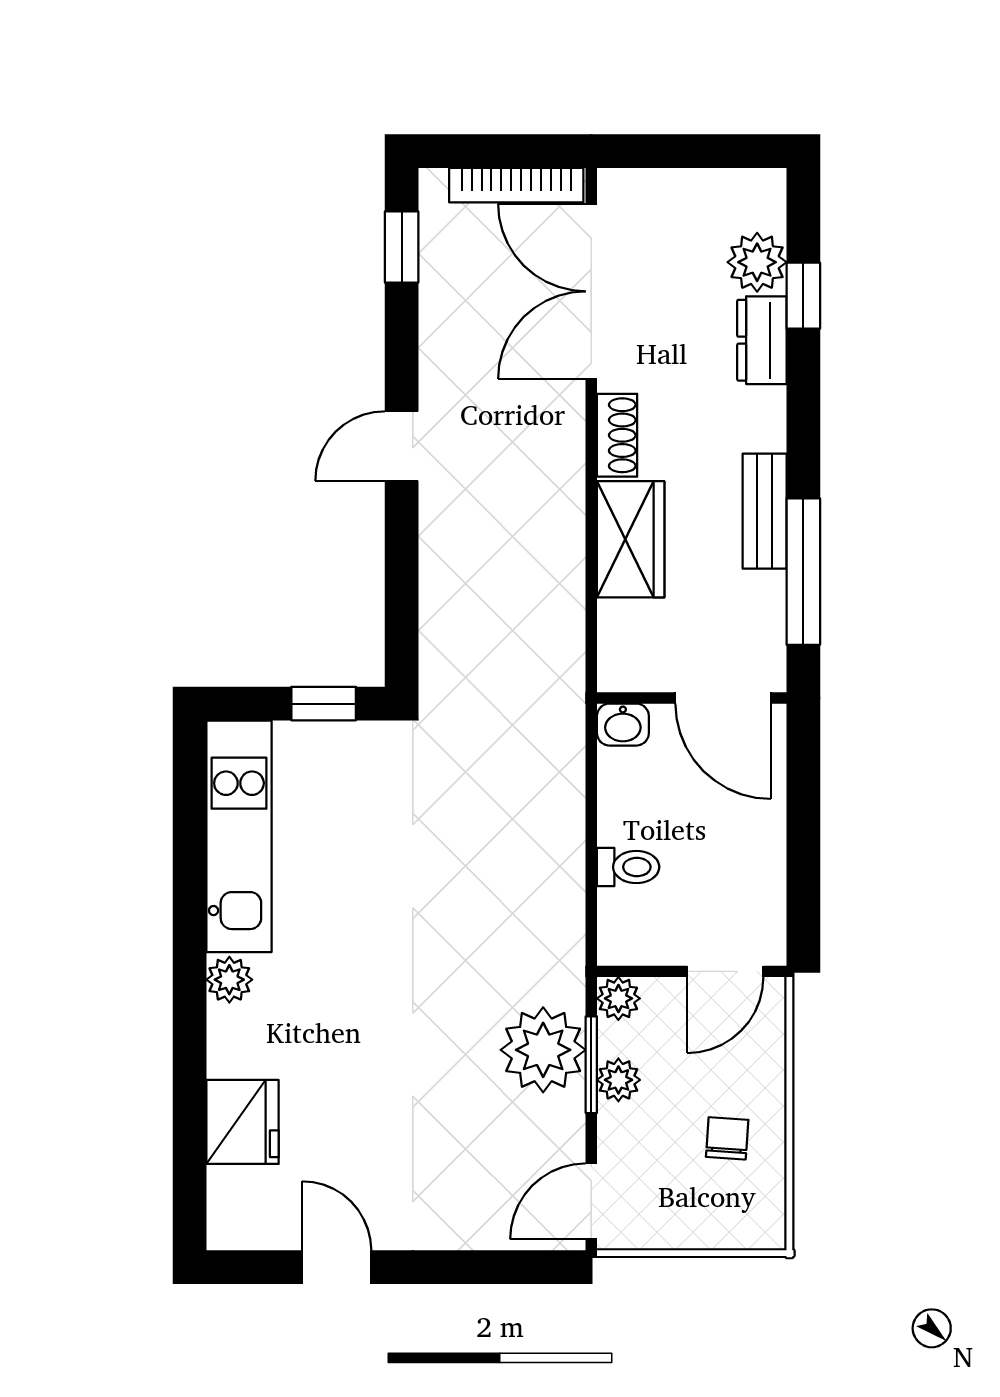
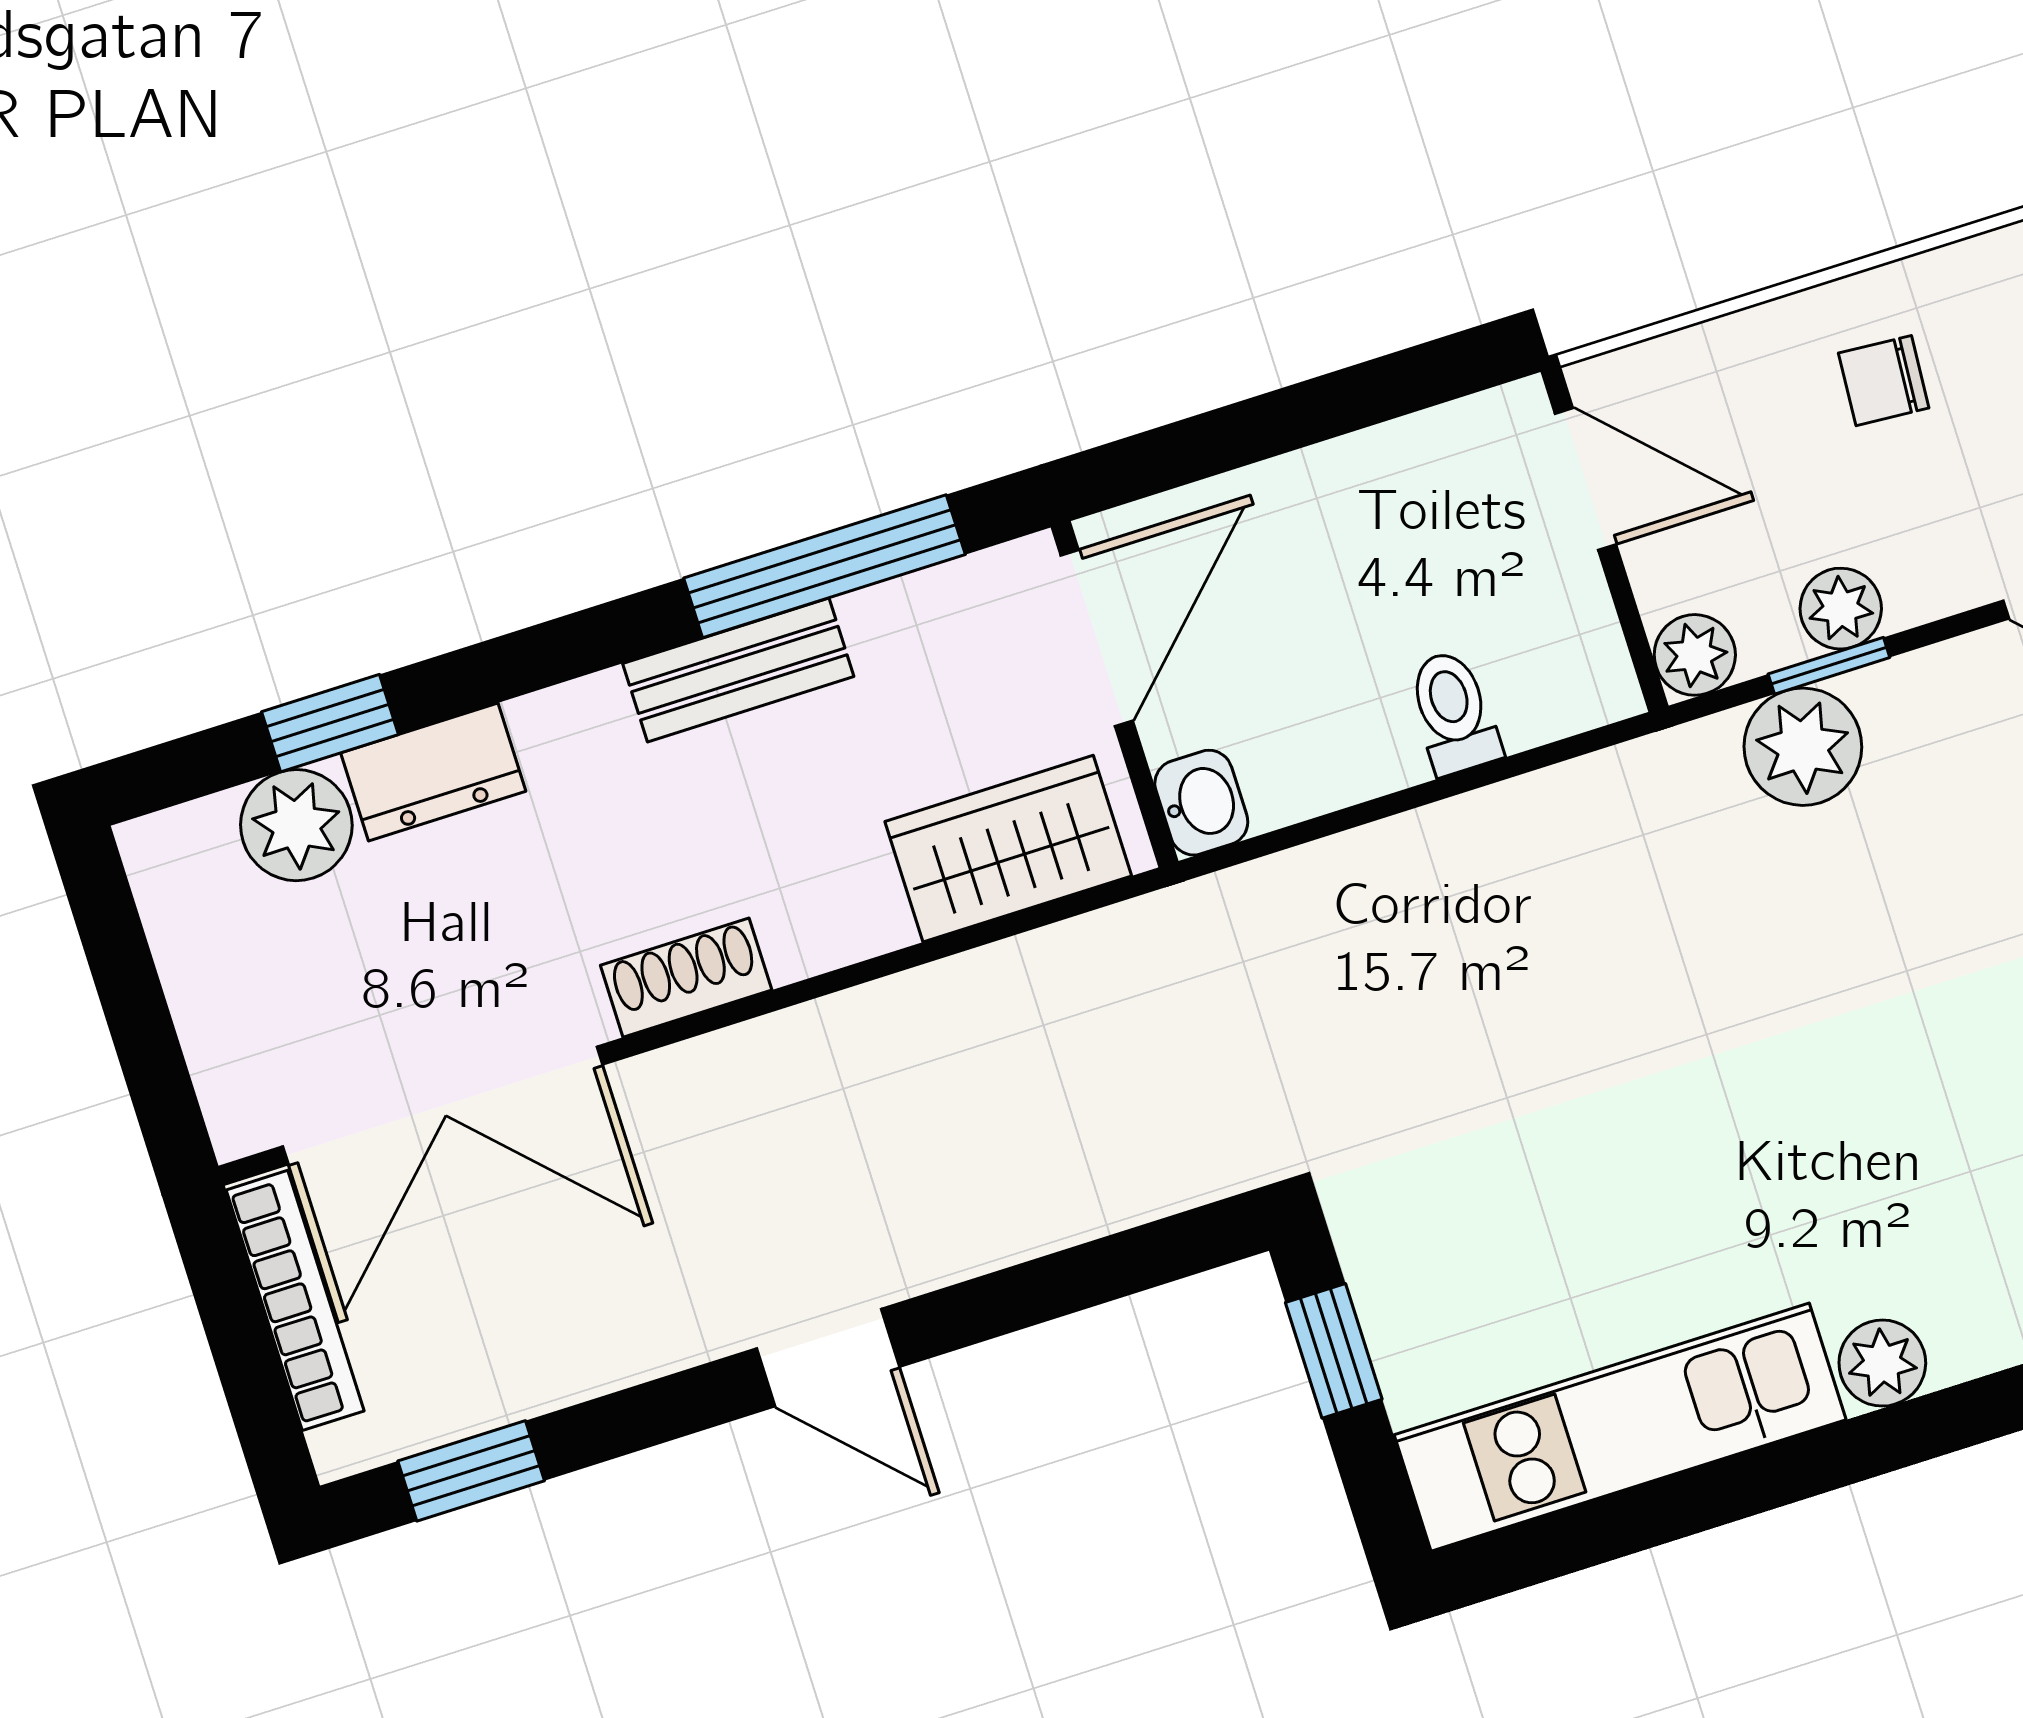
wardrobe: (631, 539) -> (1008, 849), moved
plant: (543, 1050) -> (1803, 747), width x0.73, depth x0.73
window: (591, 1065) -> (1829, 666), width x0.67

